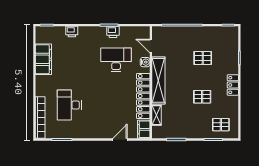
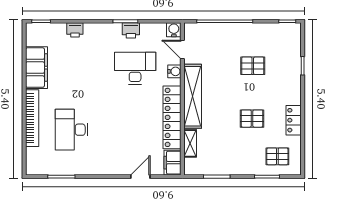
water cooler: (145, 31) -> (174, 30), added
locker: (233, 85) -> (294, 120), moved
bookcase: (40, 118) -> (32, 118), moved

